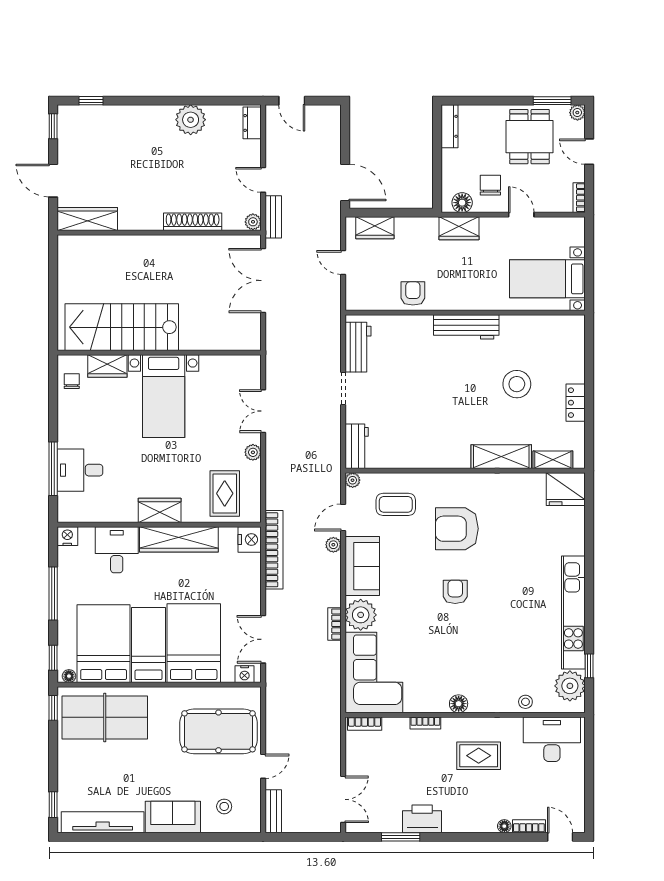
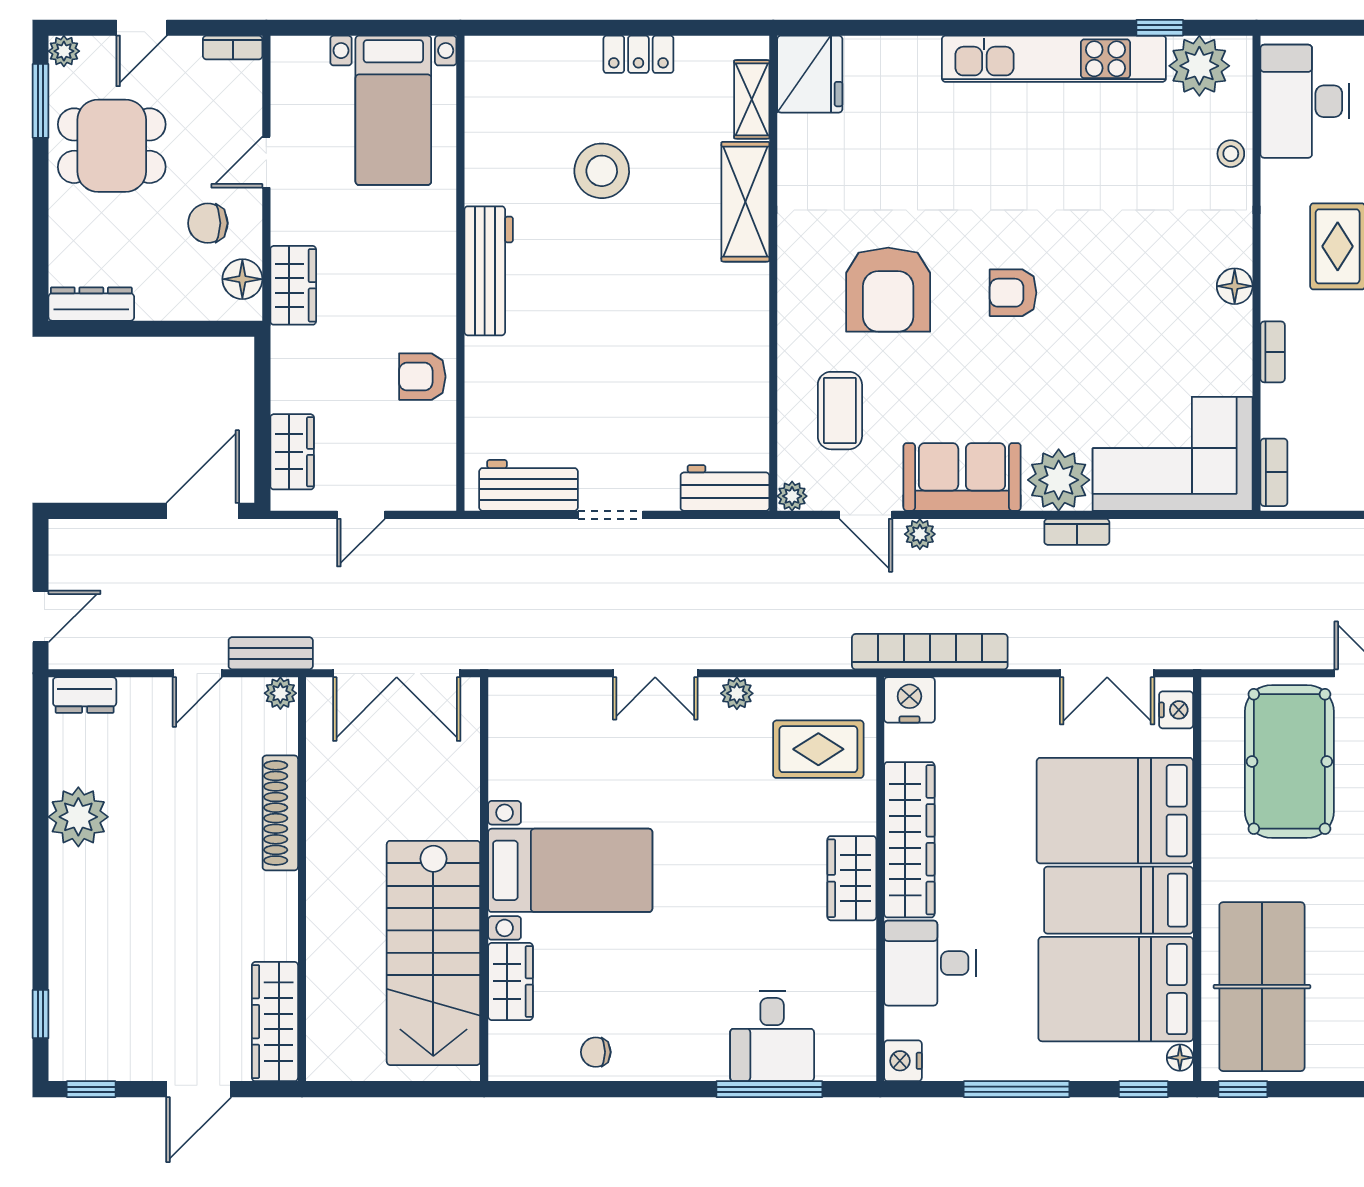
stairs: (122, 327) -> (433, 953), moved
wall: (159, 353) -> (484, 879), moved
wardrobe: (107, 366) -> (510, 981), moved
bed with nightstands: (164, 396) -> (570, 870), moved

